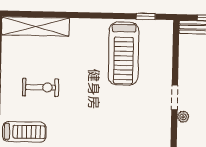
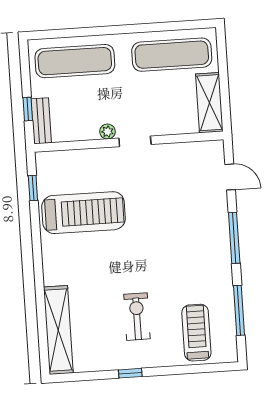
plant: (183, 117) -> (107, 132), moved

